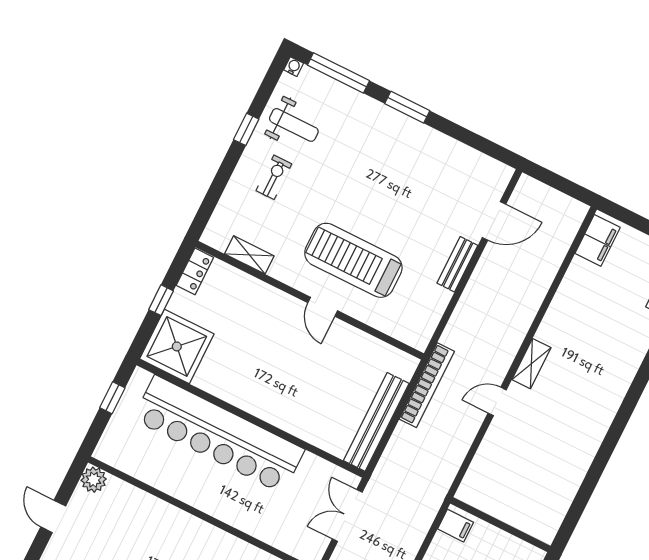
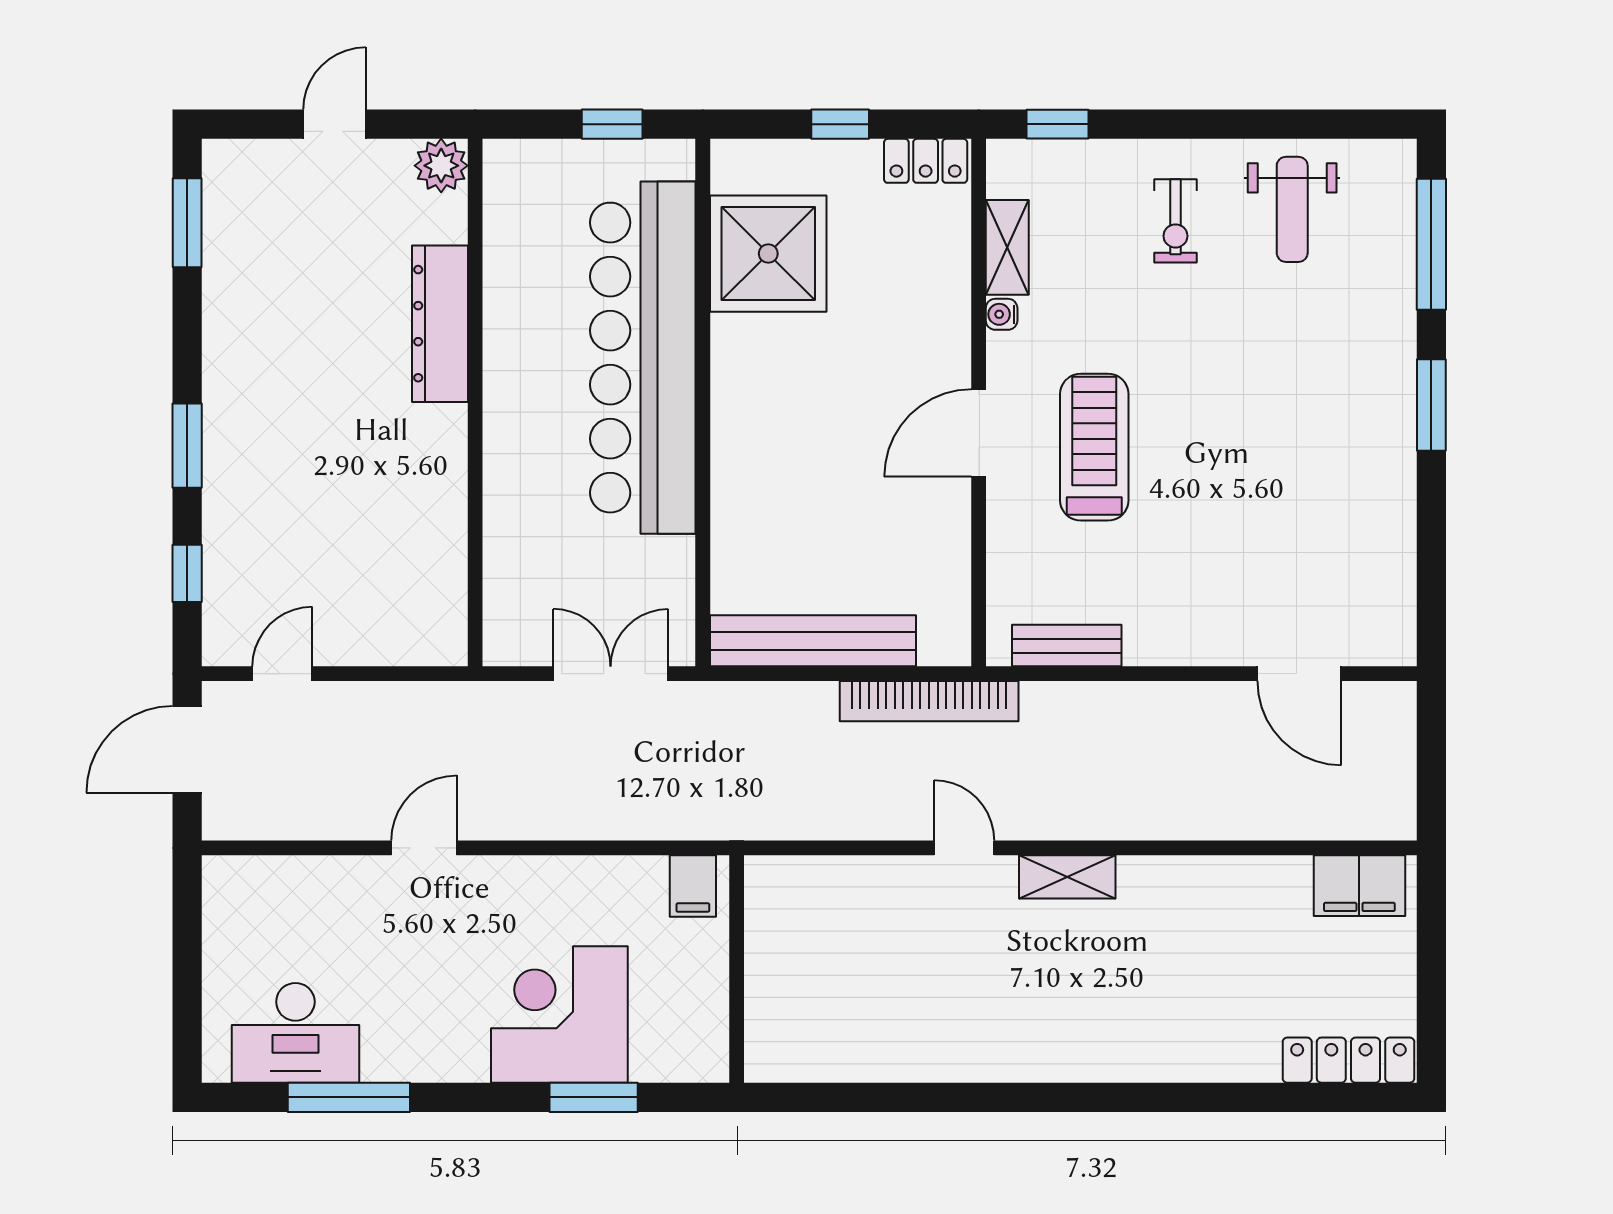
water cooler: (294, 67) -> (1002, 314), moved, turned 180
window: (246, 129) -> (1058, 124), moved
exercise bike: (274, 177) -> (1175, 221), turned 90
treadmill: (353, 260) -> (1094, 447), width x0.73, depth x0.73
bench: (457, 264) -> (1067, 646), moved
door: (323, 307) -> (979, 433), width x1.38
shower: (177, 346) -> (768, 254), moved
dresser: (161, 514) -> (440, 324), added

